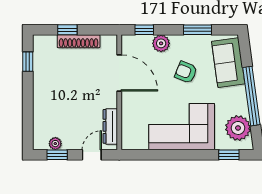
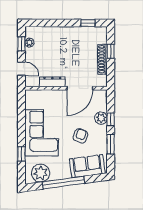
window: (144, 30) -> (111, 119), moved
dresser: (110, 126) -> (52, 82), moved
window: (229, 155) -> (21, 154), moved

